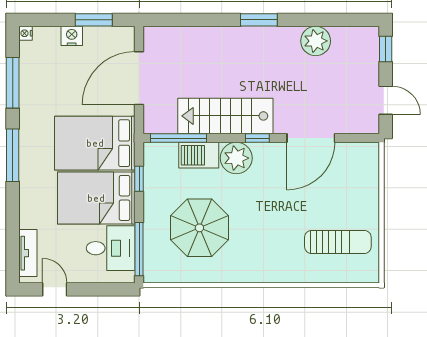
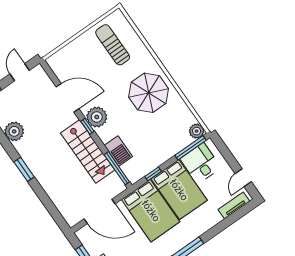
plant: (236, 158) -> (97, 117), moved
parasol: (199, 228) -> (149, 93), moved
plant: (155, 272) -> (197, 131), added

